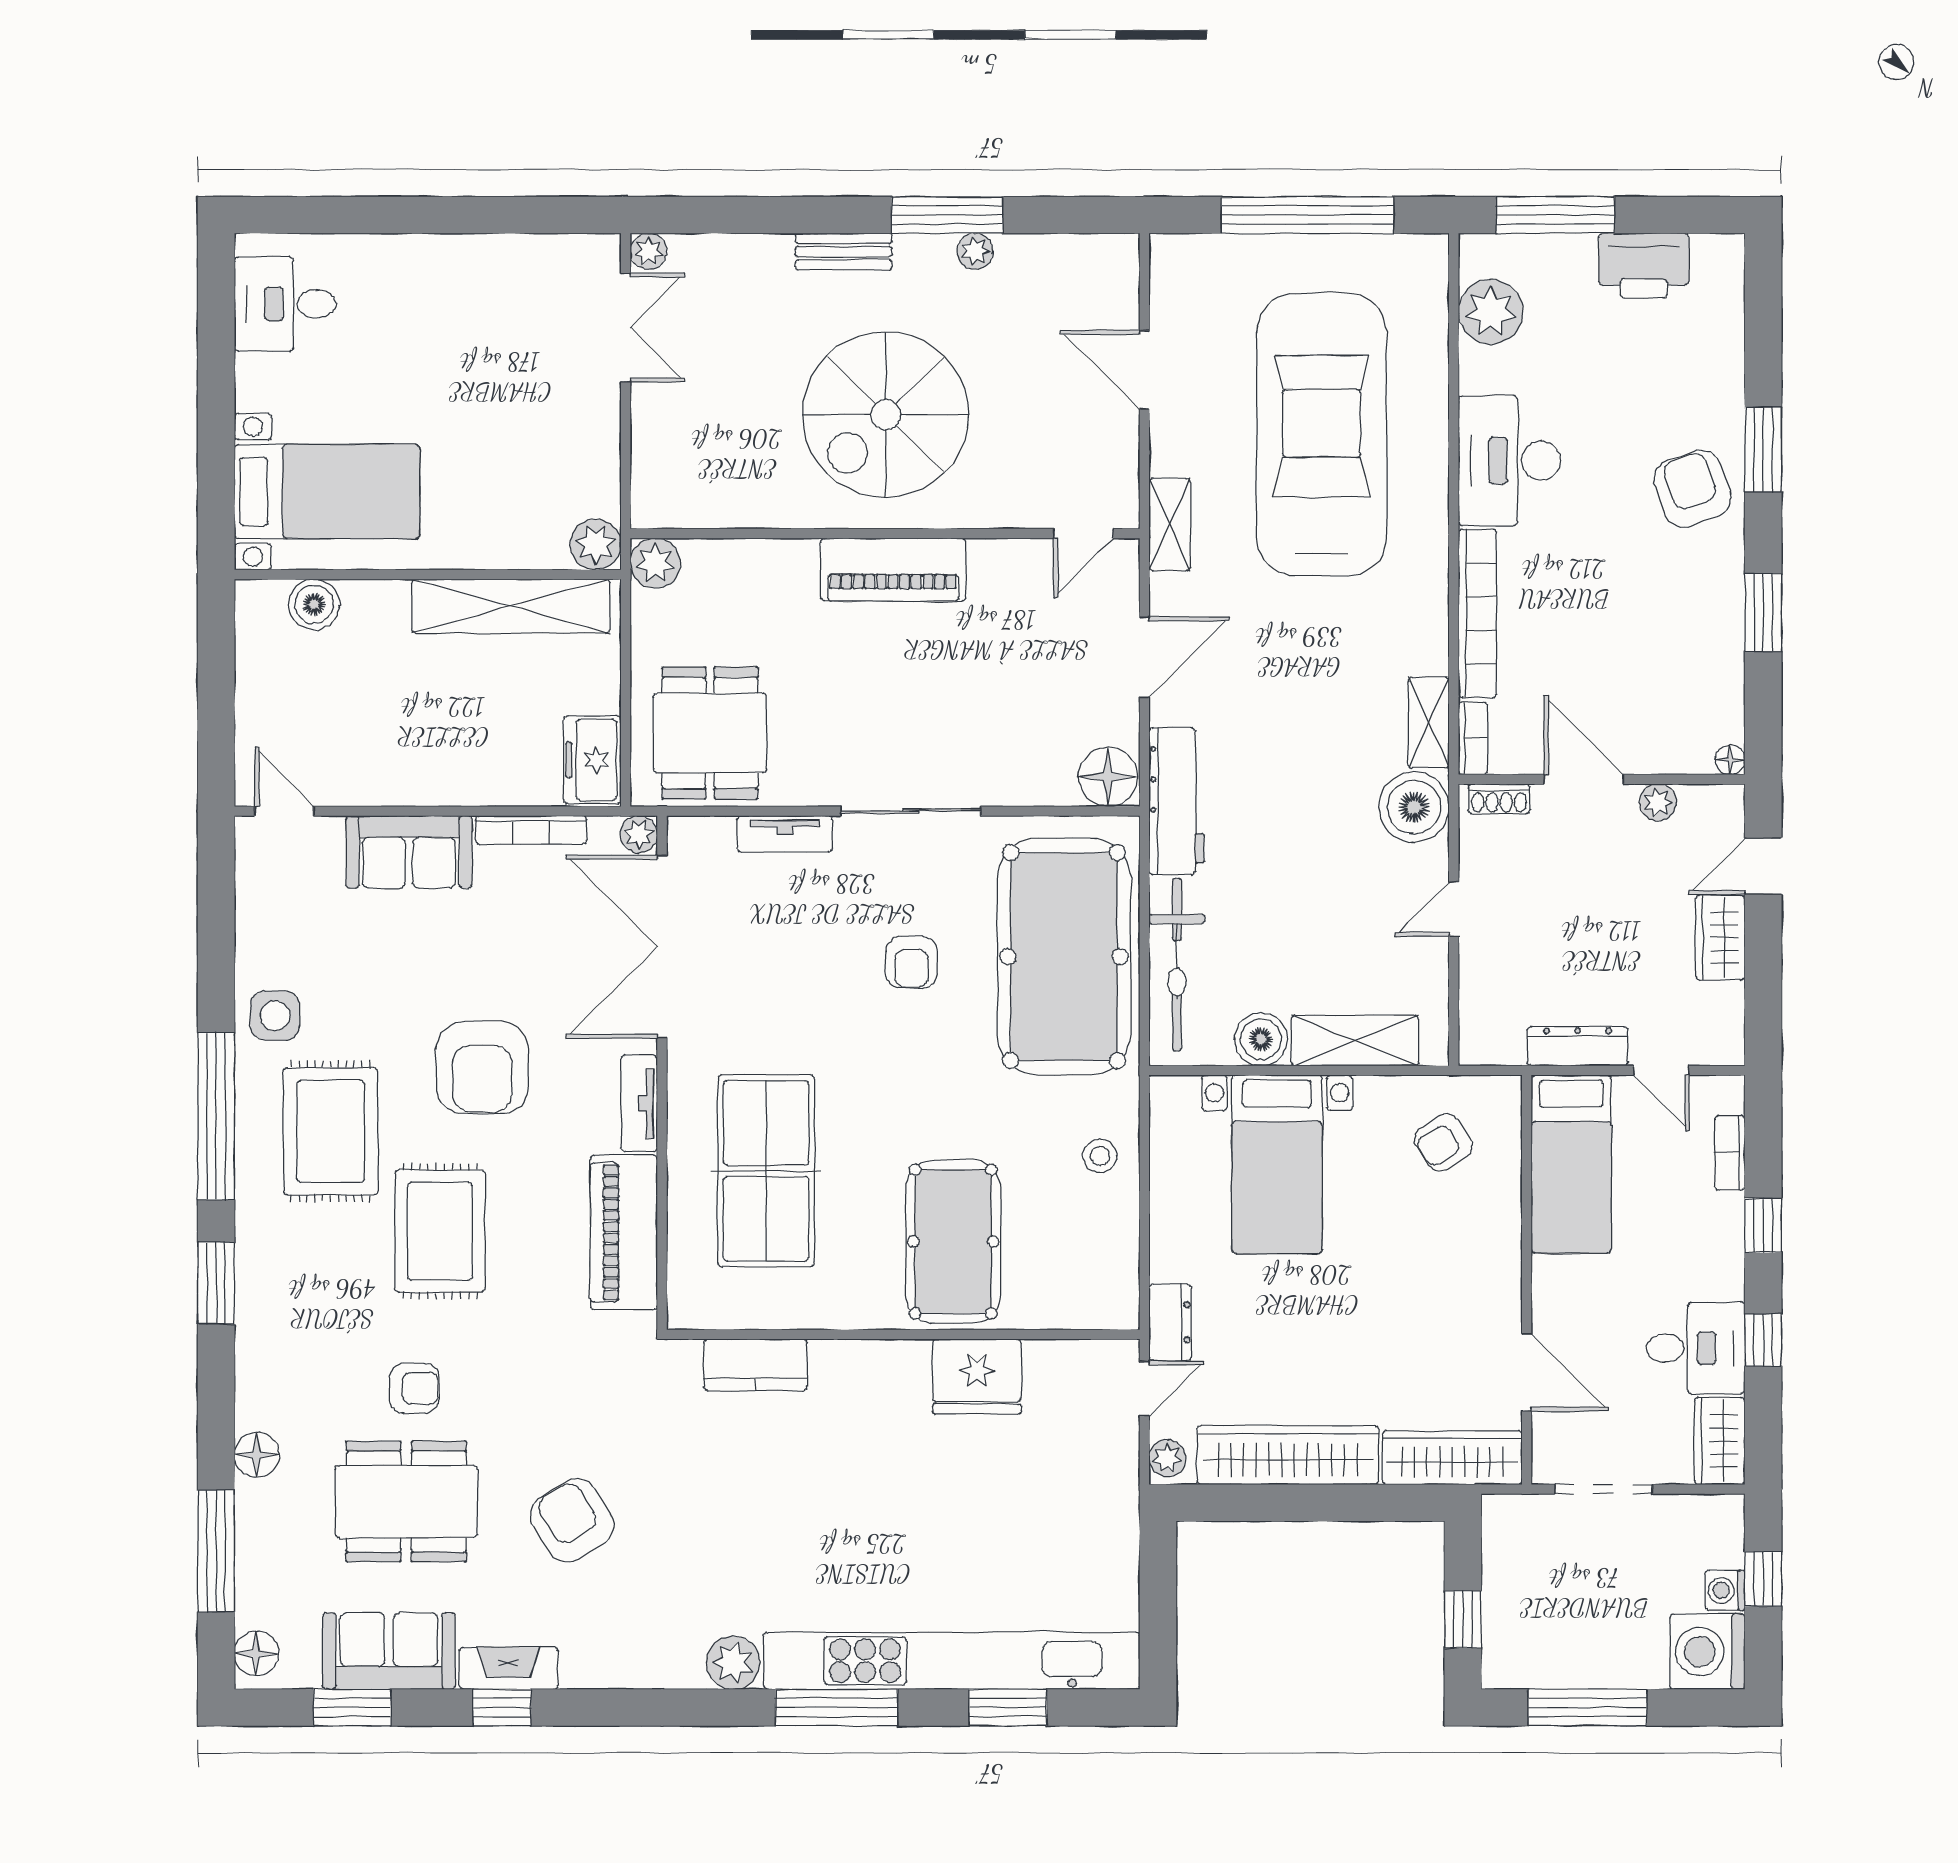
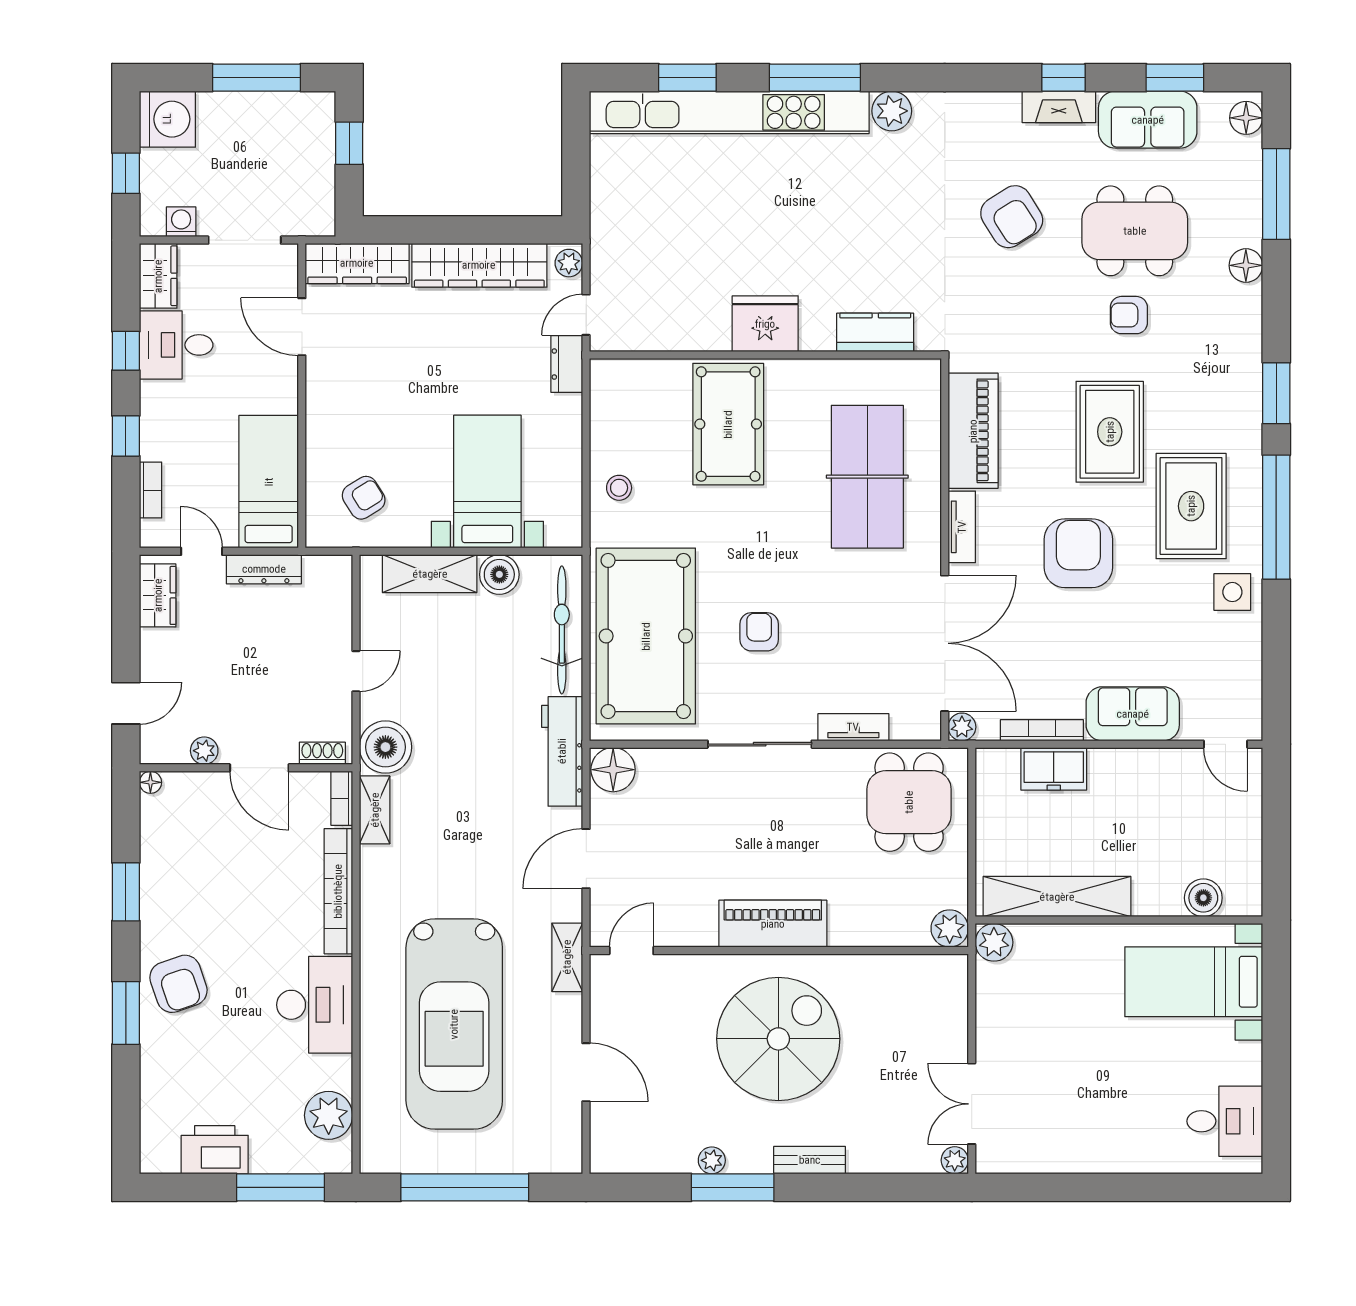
freezer: (592, 760) -> (1054, 769), moved, turned 90
wardrobe: (1720, 938) -> (158, 595), moved
fridge: (977, 1377) -> (765, 324), moved
washing machine: (1725, 1590) -> (181, 222), moved, turned -90

